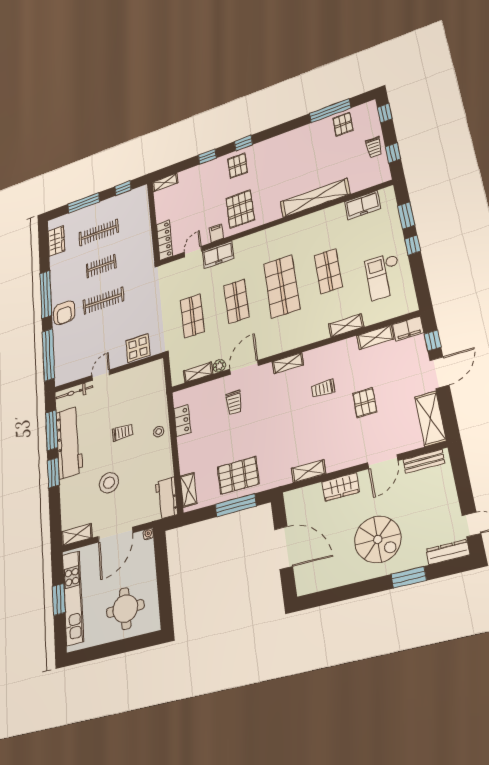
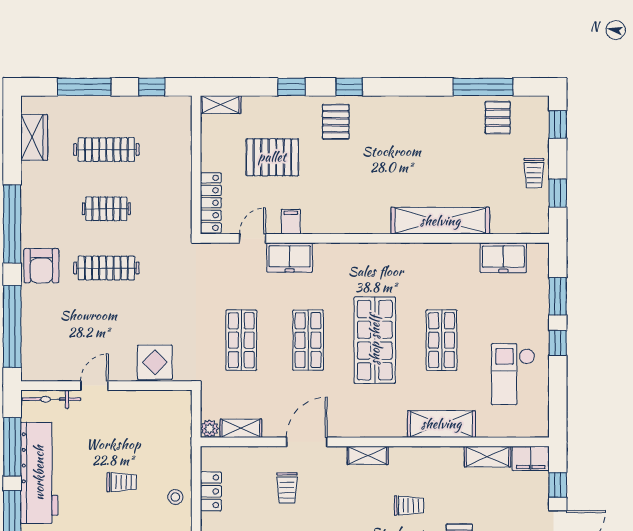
pallet: (240, 209) -> (272, 157), moved, turned 90
shelving: (346, 325) -> (441, 424), width x1.50, depth x1.33
plant: (219, 366) -> (210, 429), moved
trolley: (323, 389) -> (409, 505), turned 180

